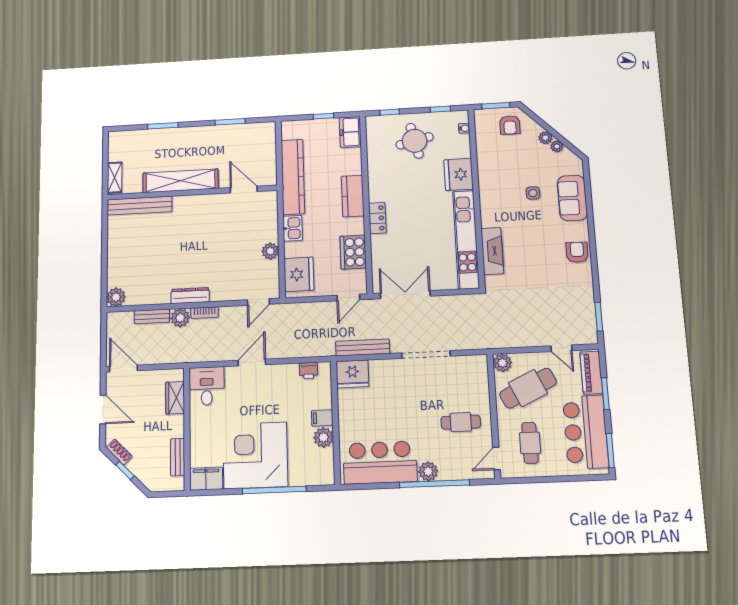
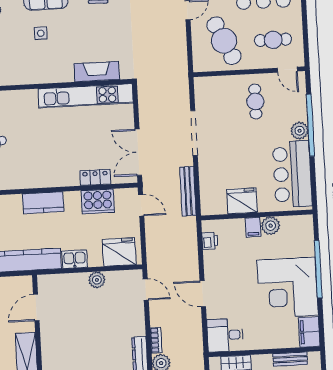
fridge: (459, 174) -> (22, 103), removed
locker: (377, 218) -> (95, 177), moved
plant: (502, 363) -> (201, 63), removed
fridge: (352, 374) -> (242, 201), moved, turned -90

